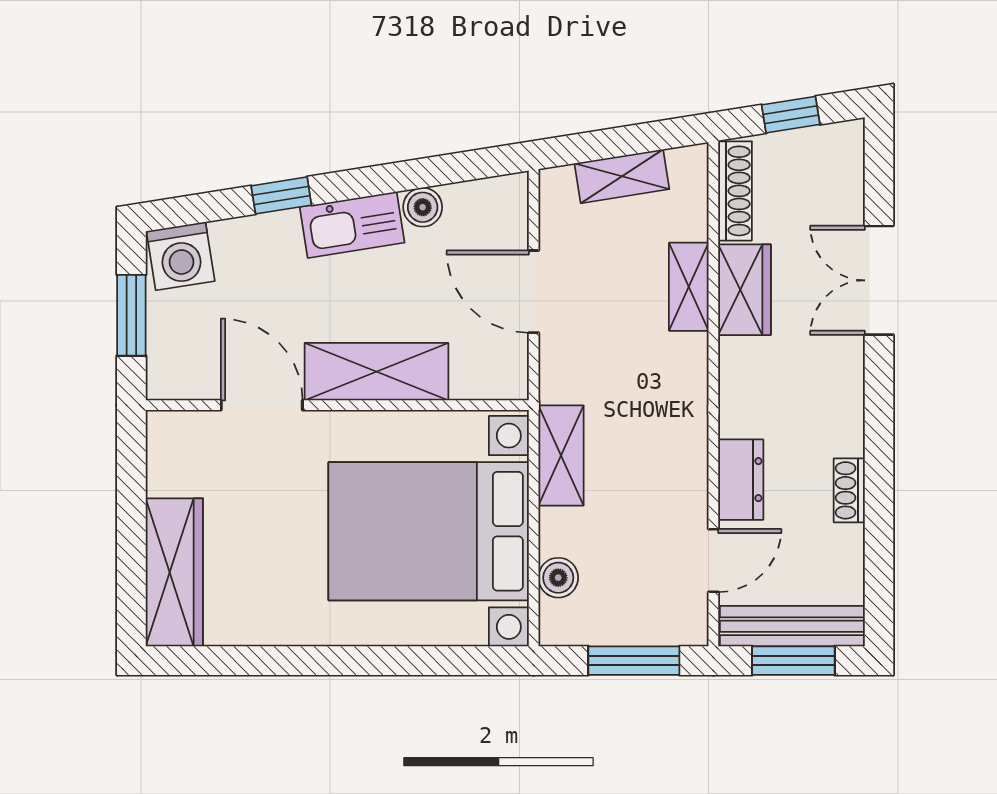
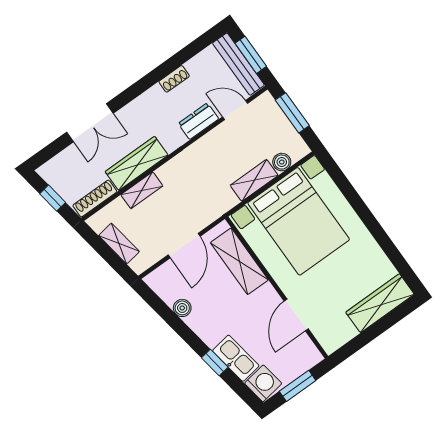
kitchen sink: (352, 225) -> (236, 358), moved
wardrobe: (744, 290) -> (137, 163), width x1.50
shelving: (376, 372) -> (239, 261), moved
shelving: (561, 456) -> (254, 180), moved

